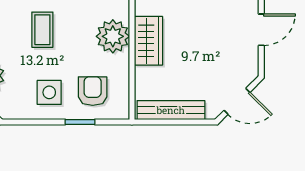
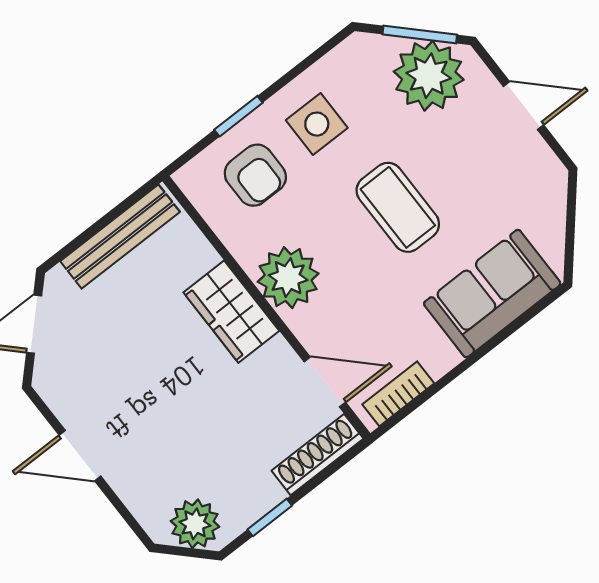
coffee table: (42, 30) -> (398, 207), width x1.36, depth x1.30
door: (261, 30) -> (80, 456), hinge flipped

